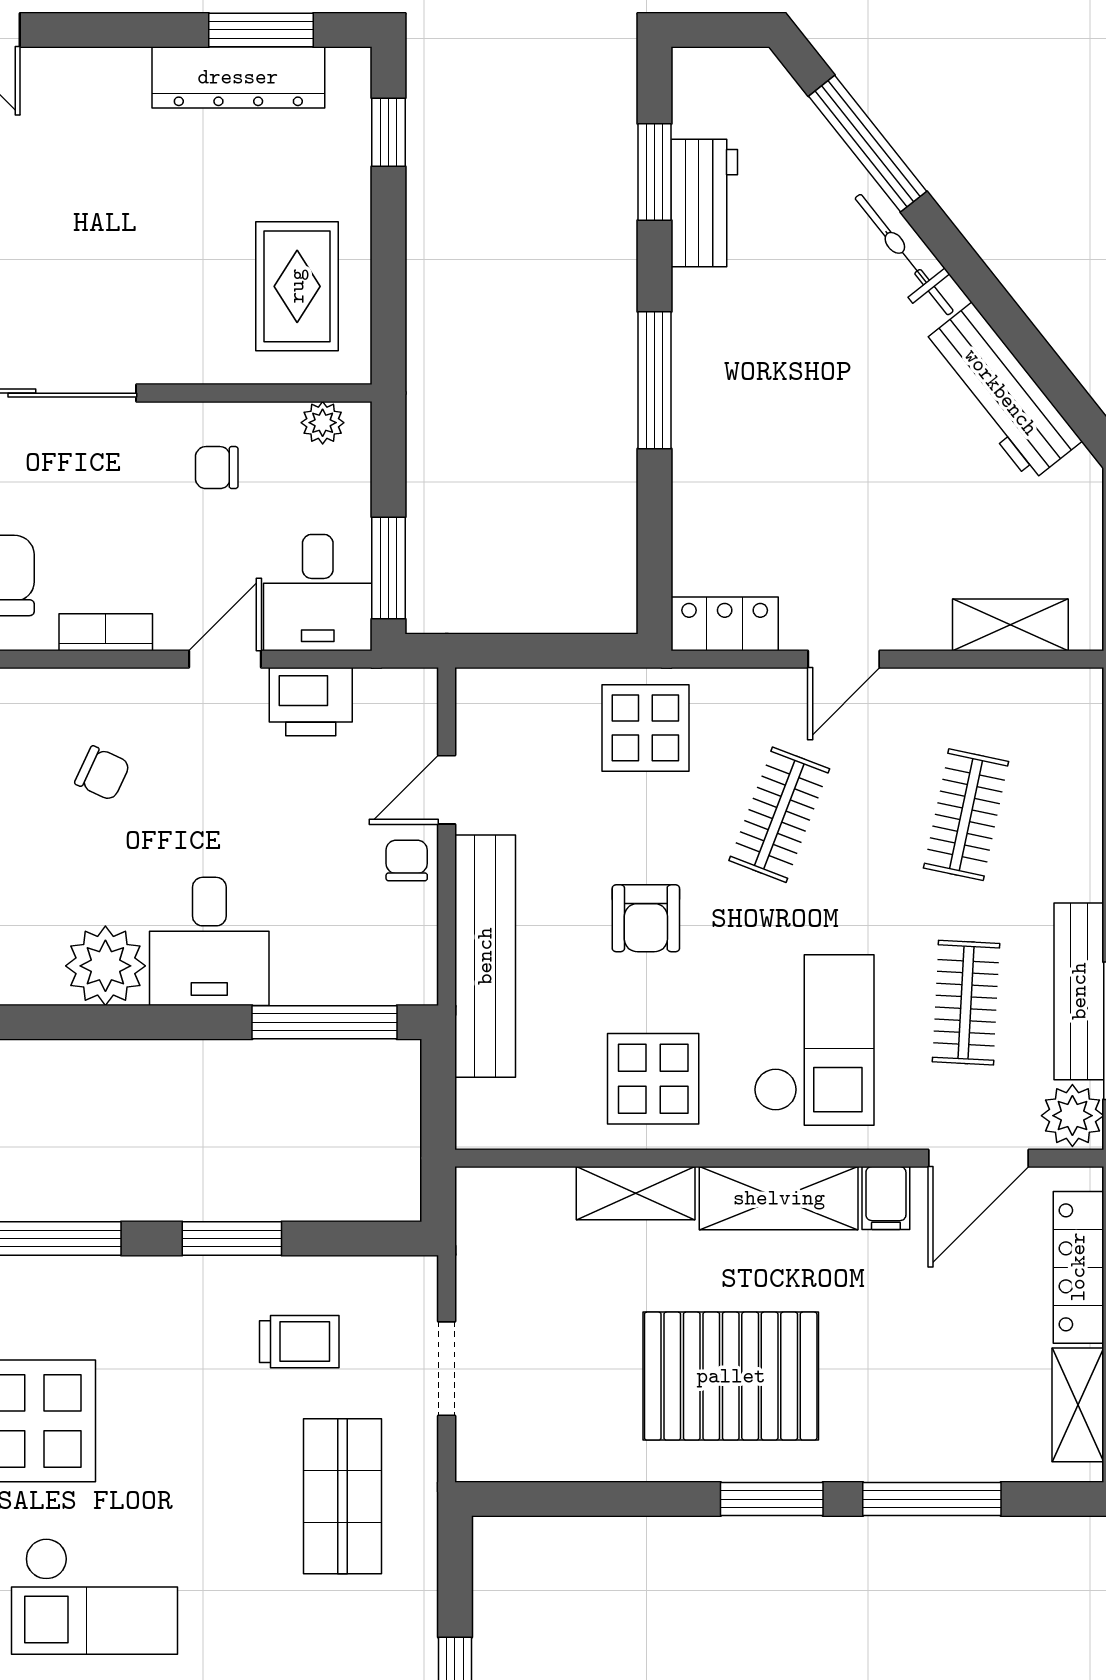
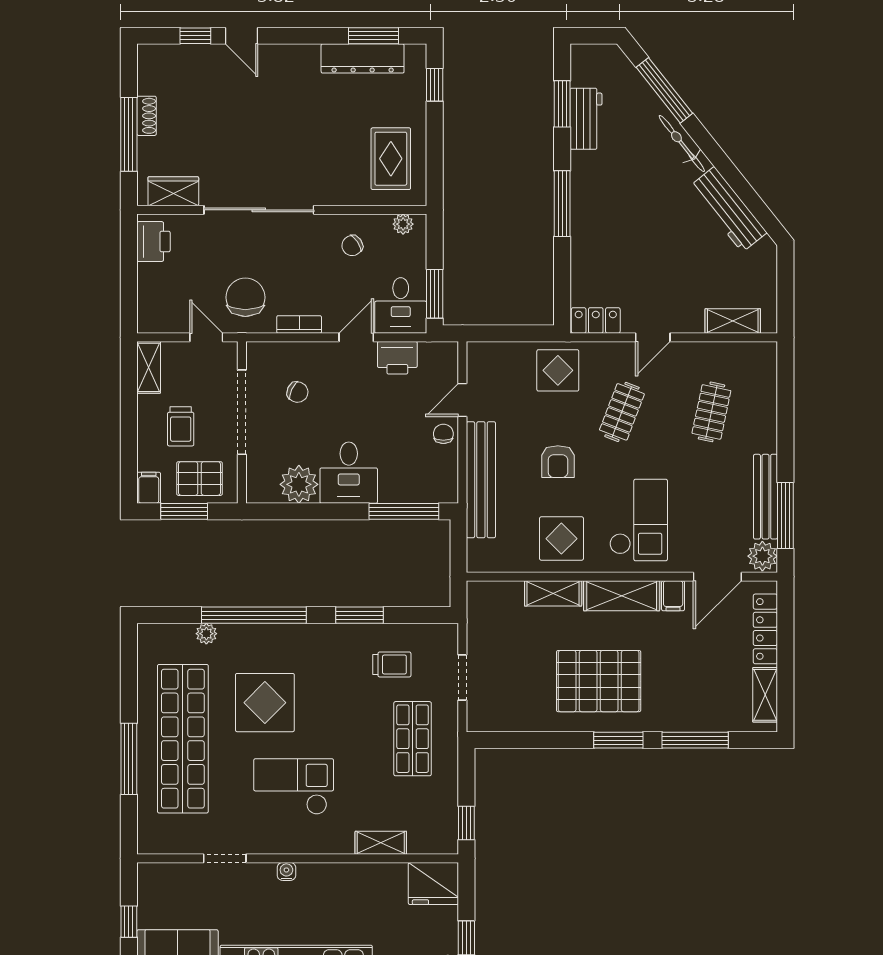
chair: (217, 468) -> (352, 246), turned -34
clothes rail: (966, 1003) -> (711, 502), removed
checkout: (94, 1596) -> (294, 787), turned 180

